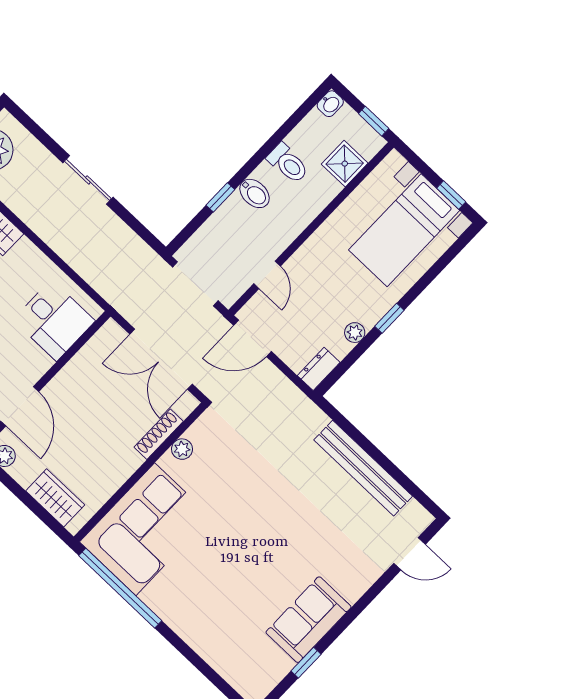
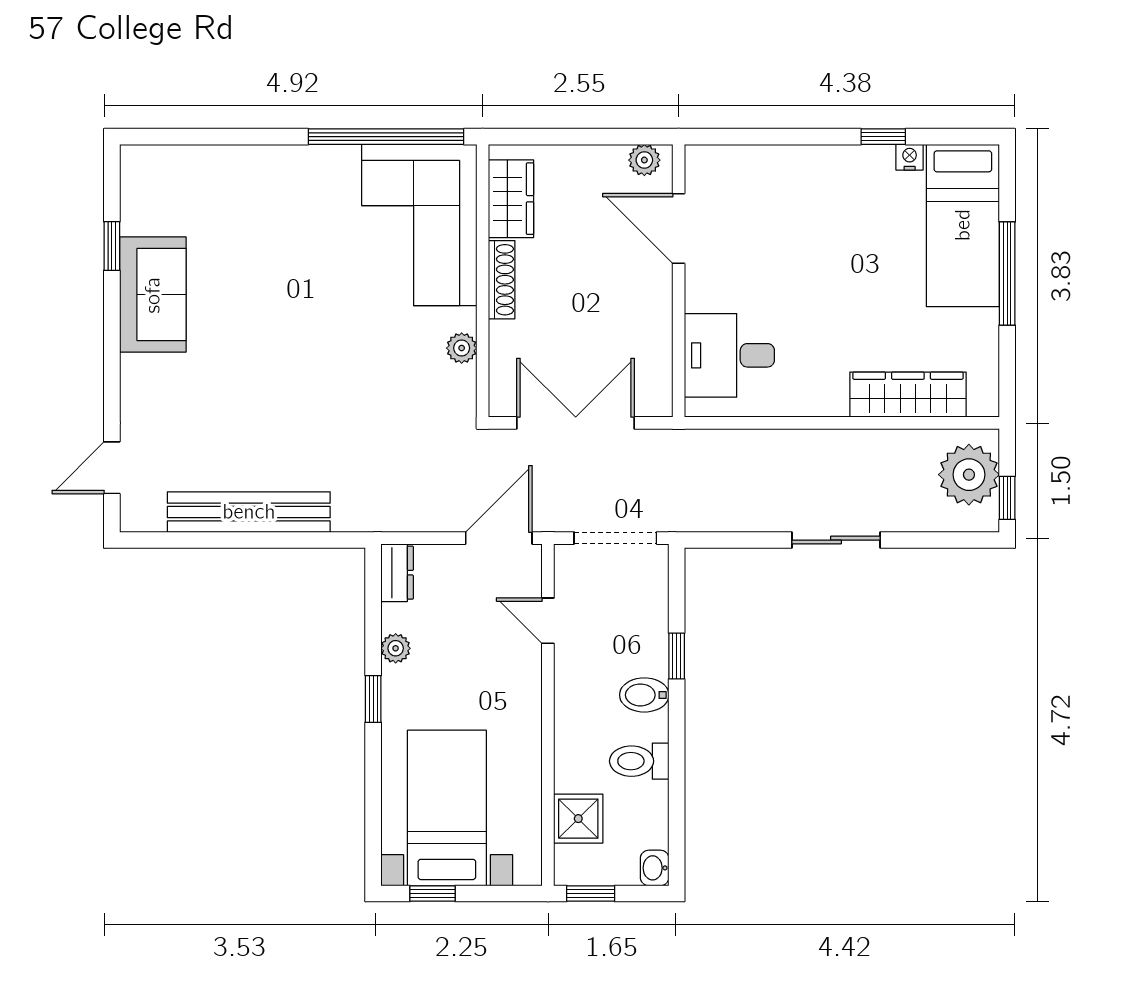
shoe rack: (159, 434) -> (502, 280), moved
wardrobe: (55, 498) -> (511, 199), moved, turned -90

